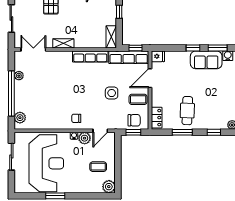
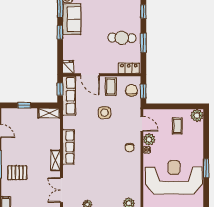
row of seats: (90, 56) -> (68, 147), moved

